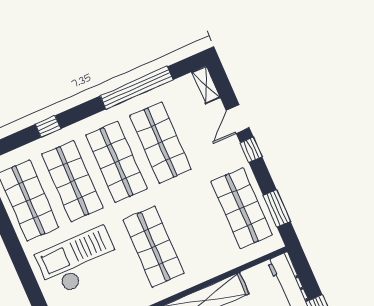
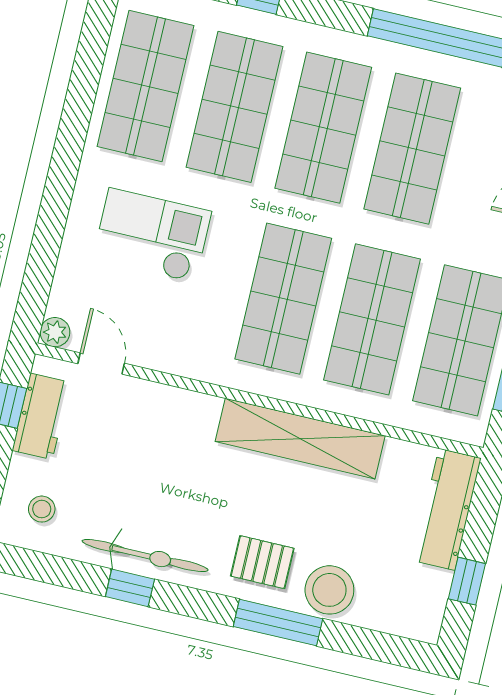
shop shelf: (198, 227) -> (372, 319), added
checkout: (78, 261) -> (152, 235), width x0.73, depth x0.83

